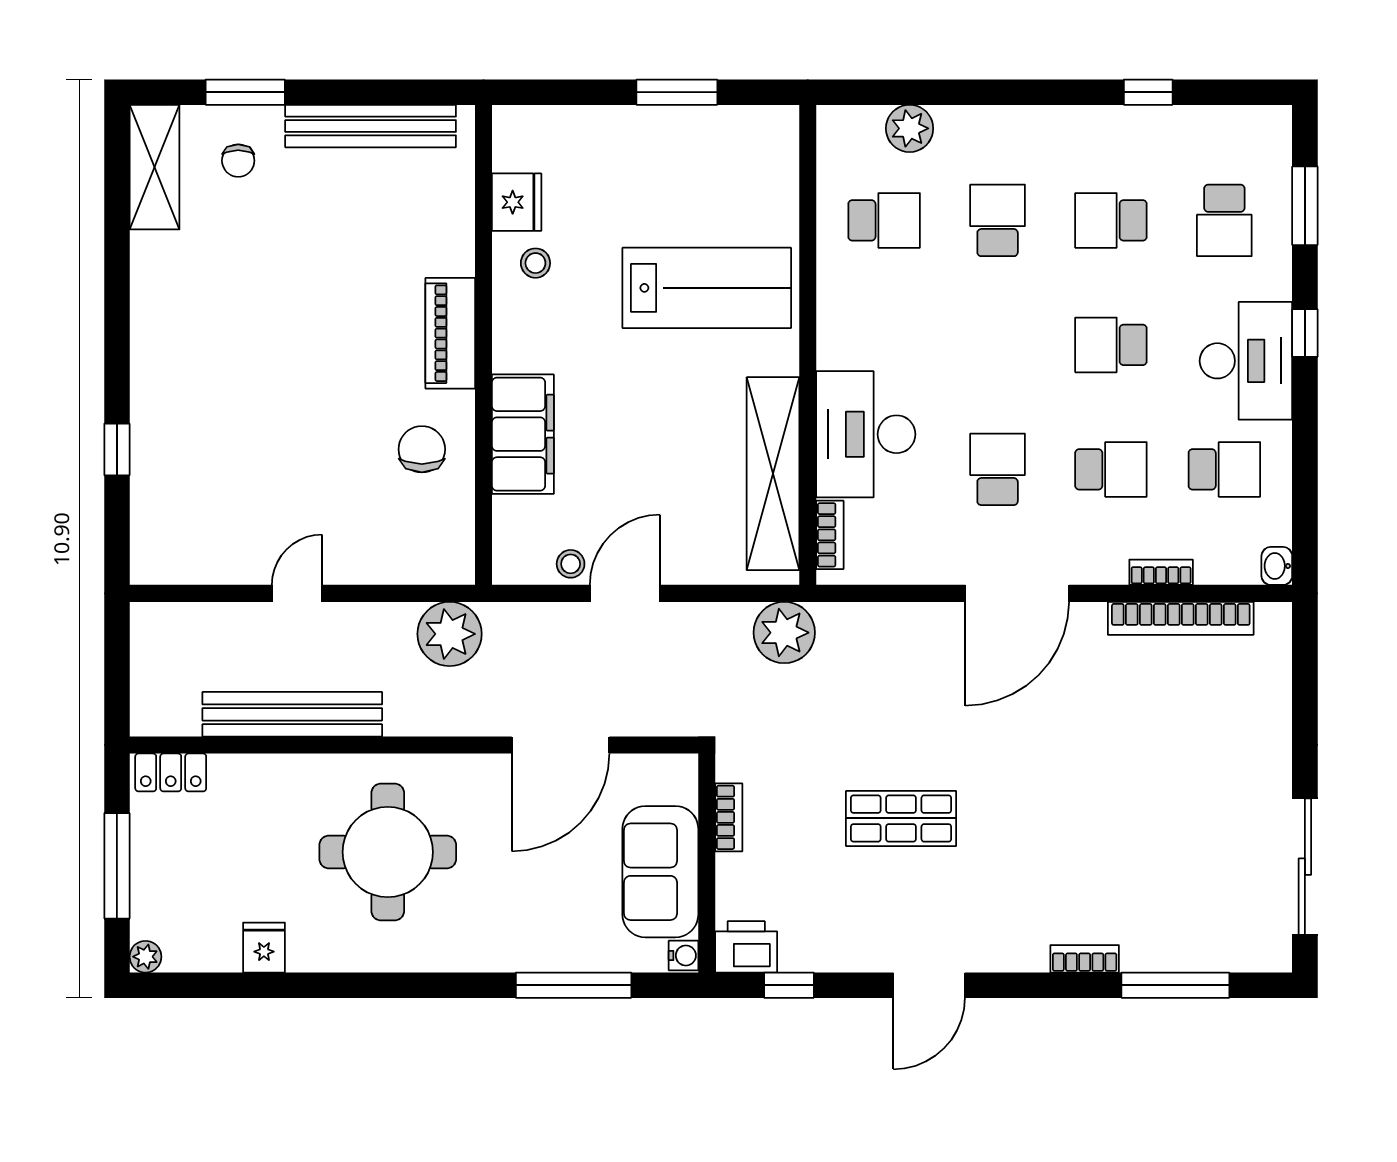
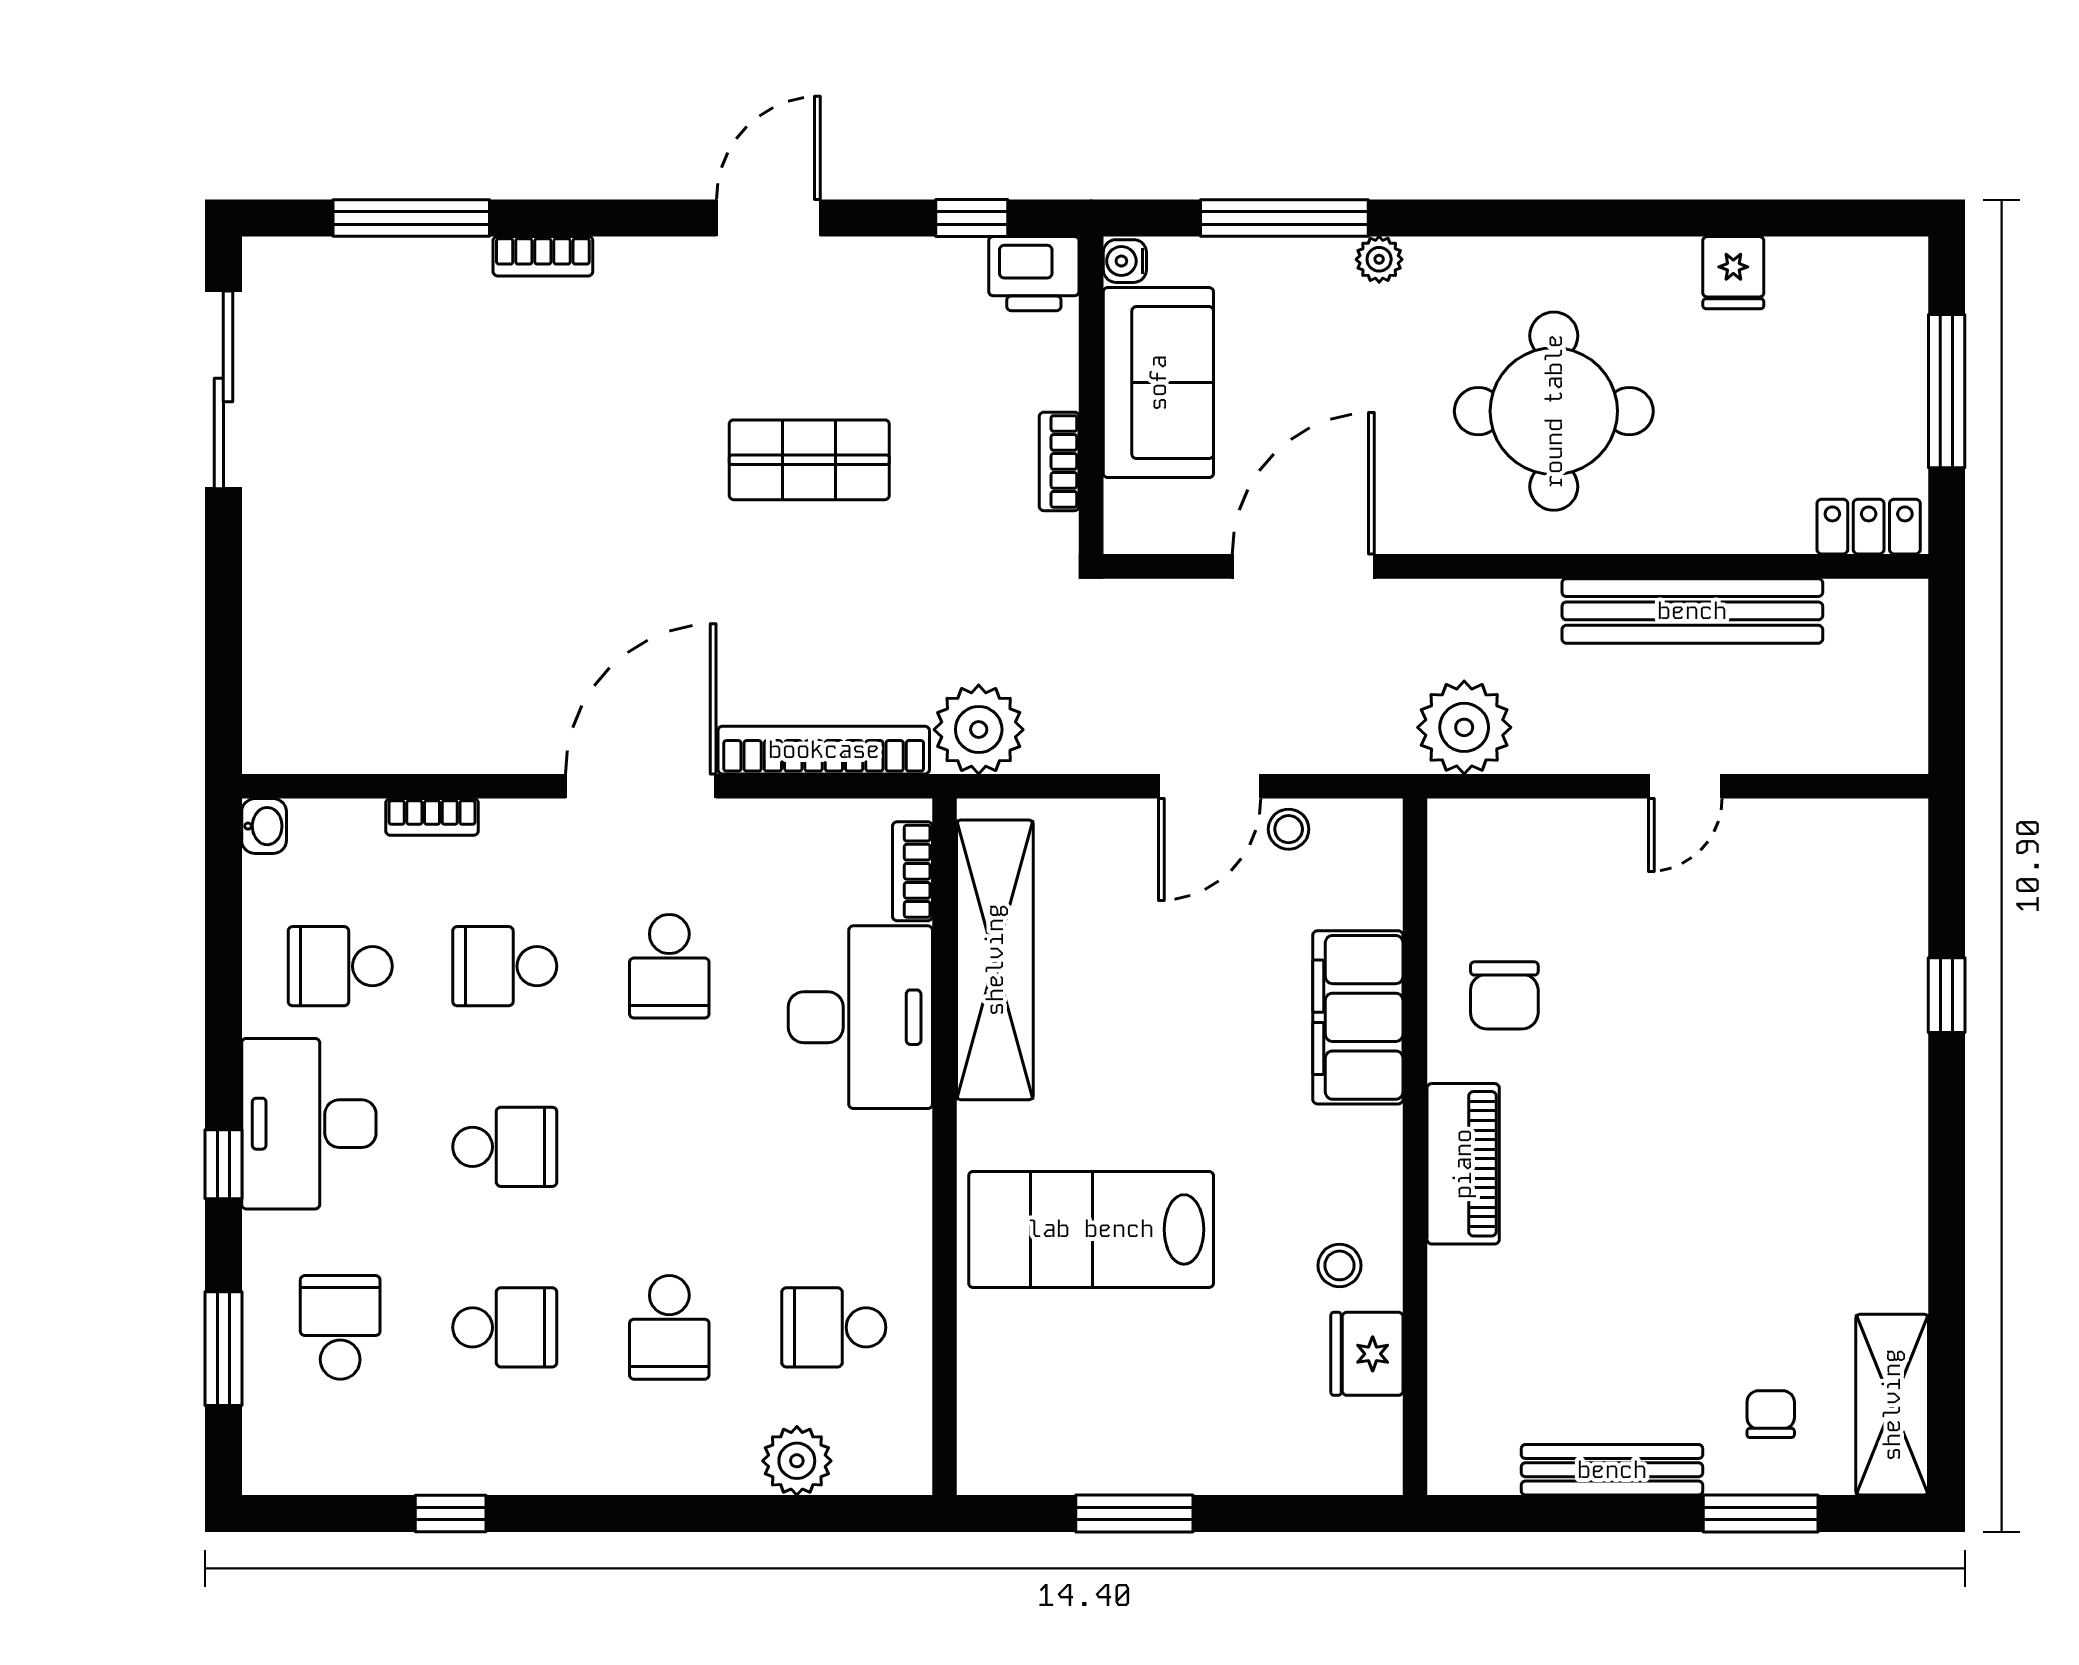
bench: (371, 126) -> (1612, 1470), width x0.73, depth x0.82
bookcase: (1181, 618) -> (824, 750), moved
plant: (145, 957) -> (1379, 259), moved

